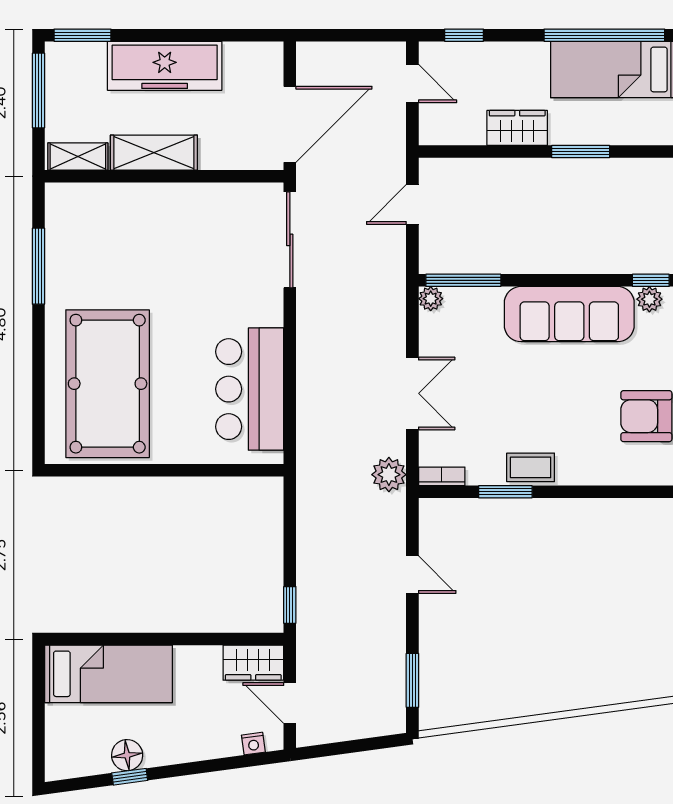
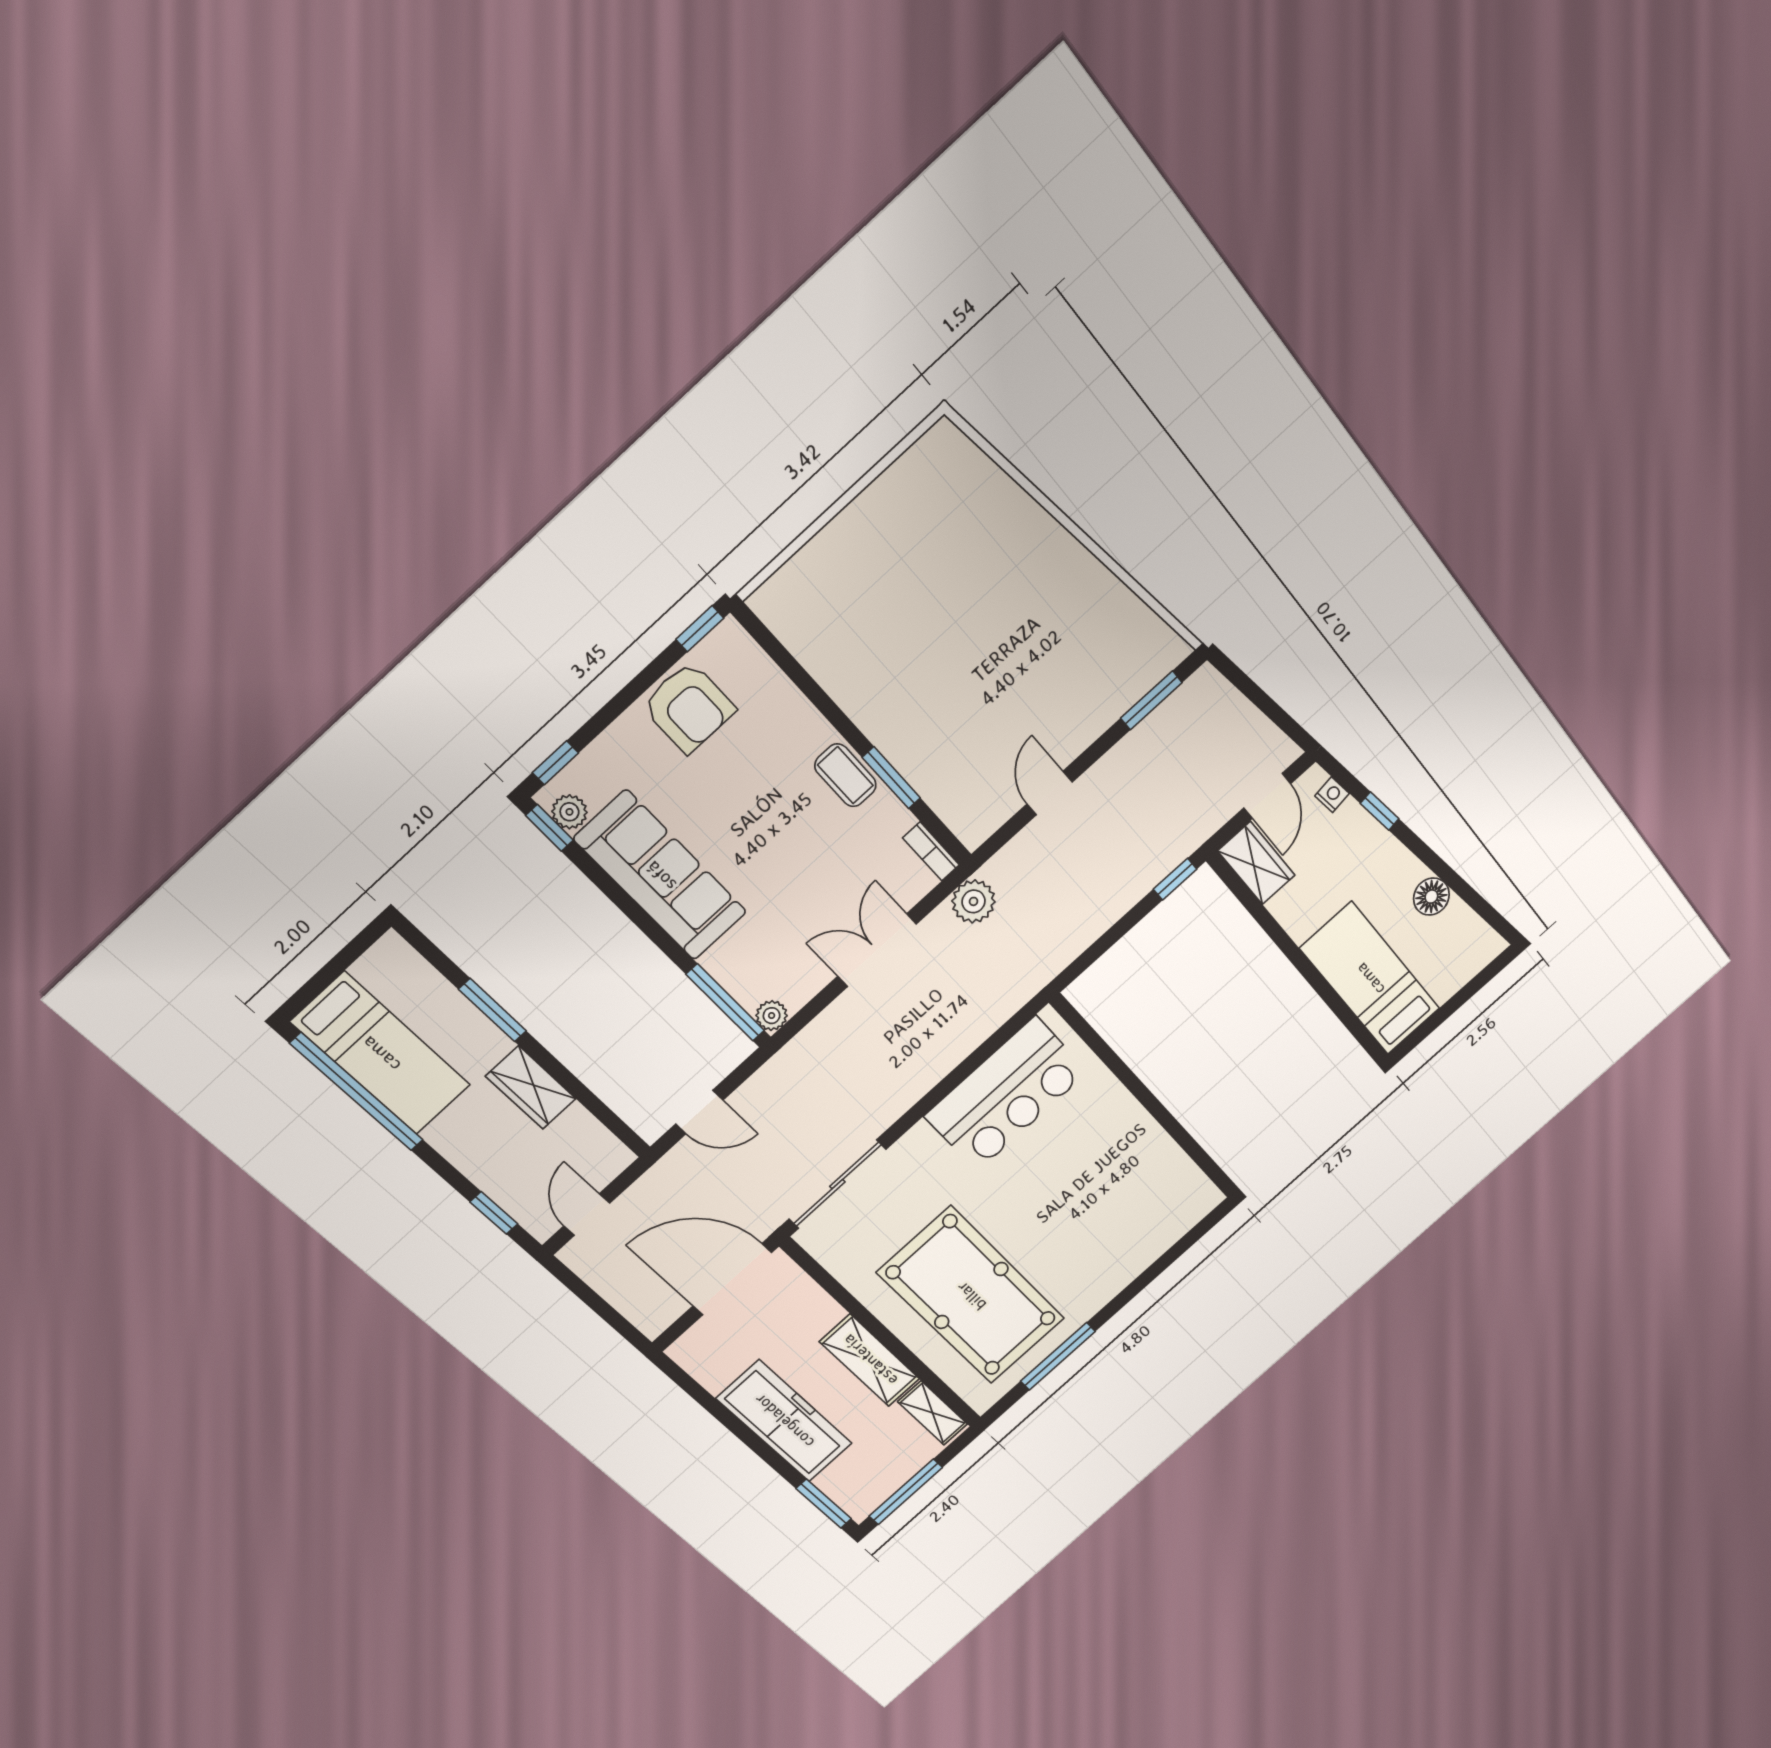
pool table: (108, 384) -> (971, 1296), moved, turned 90
window: (130, 777) -> (1380, 811), moved

